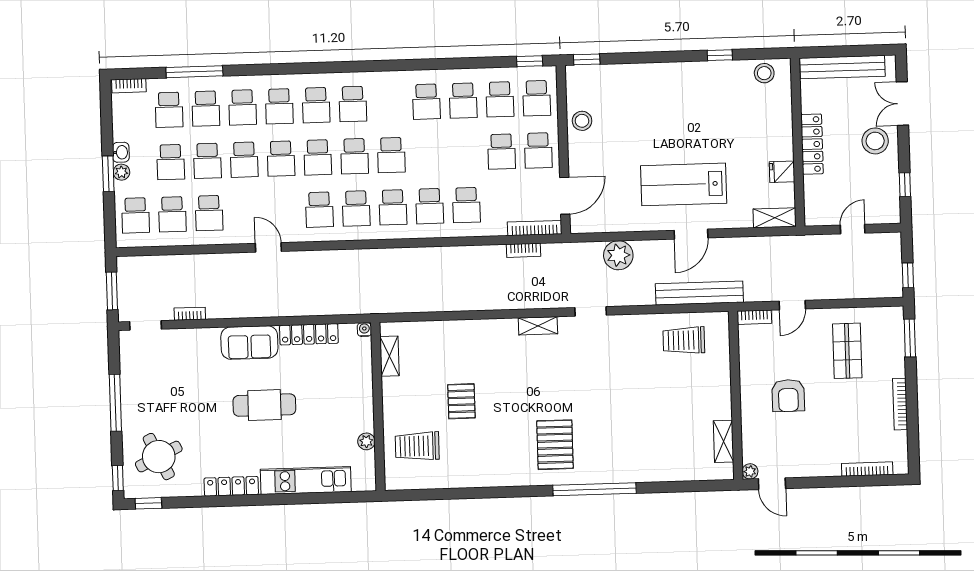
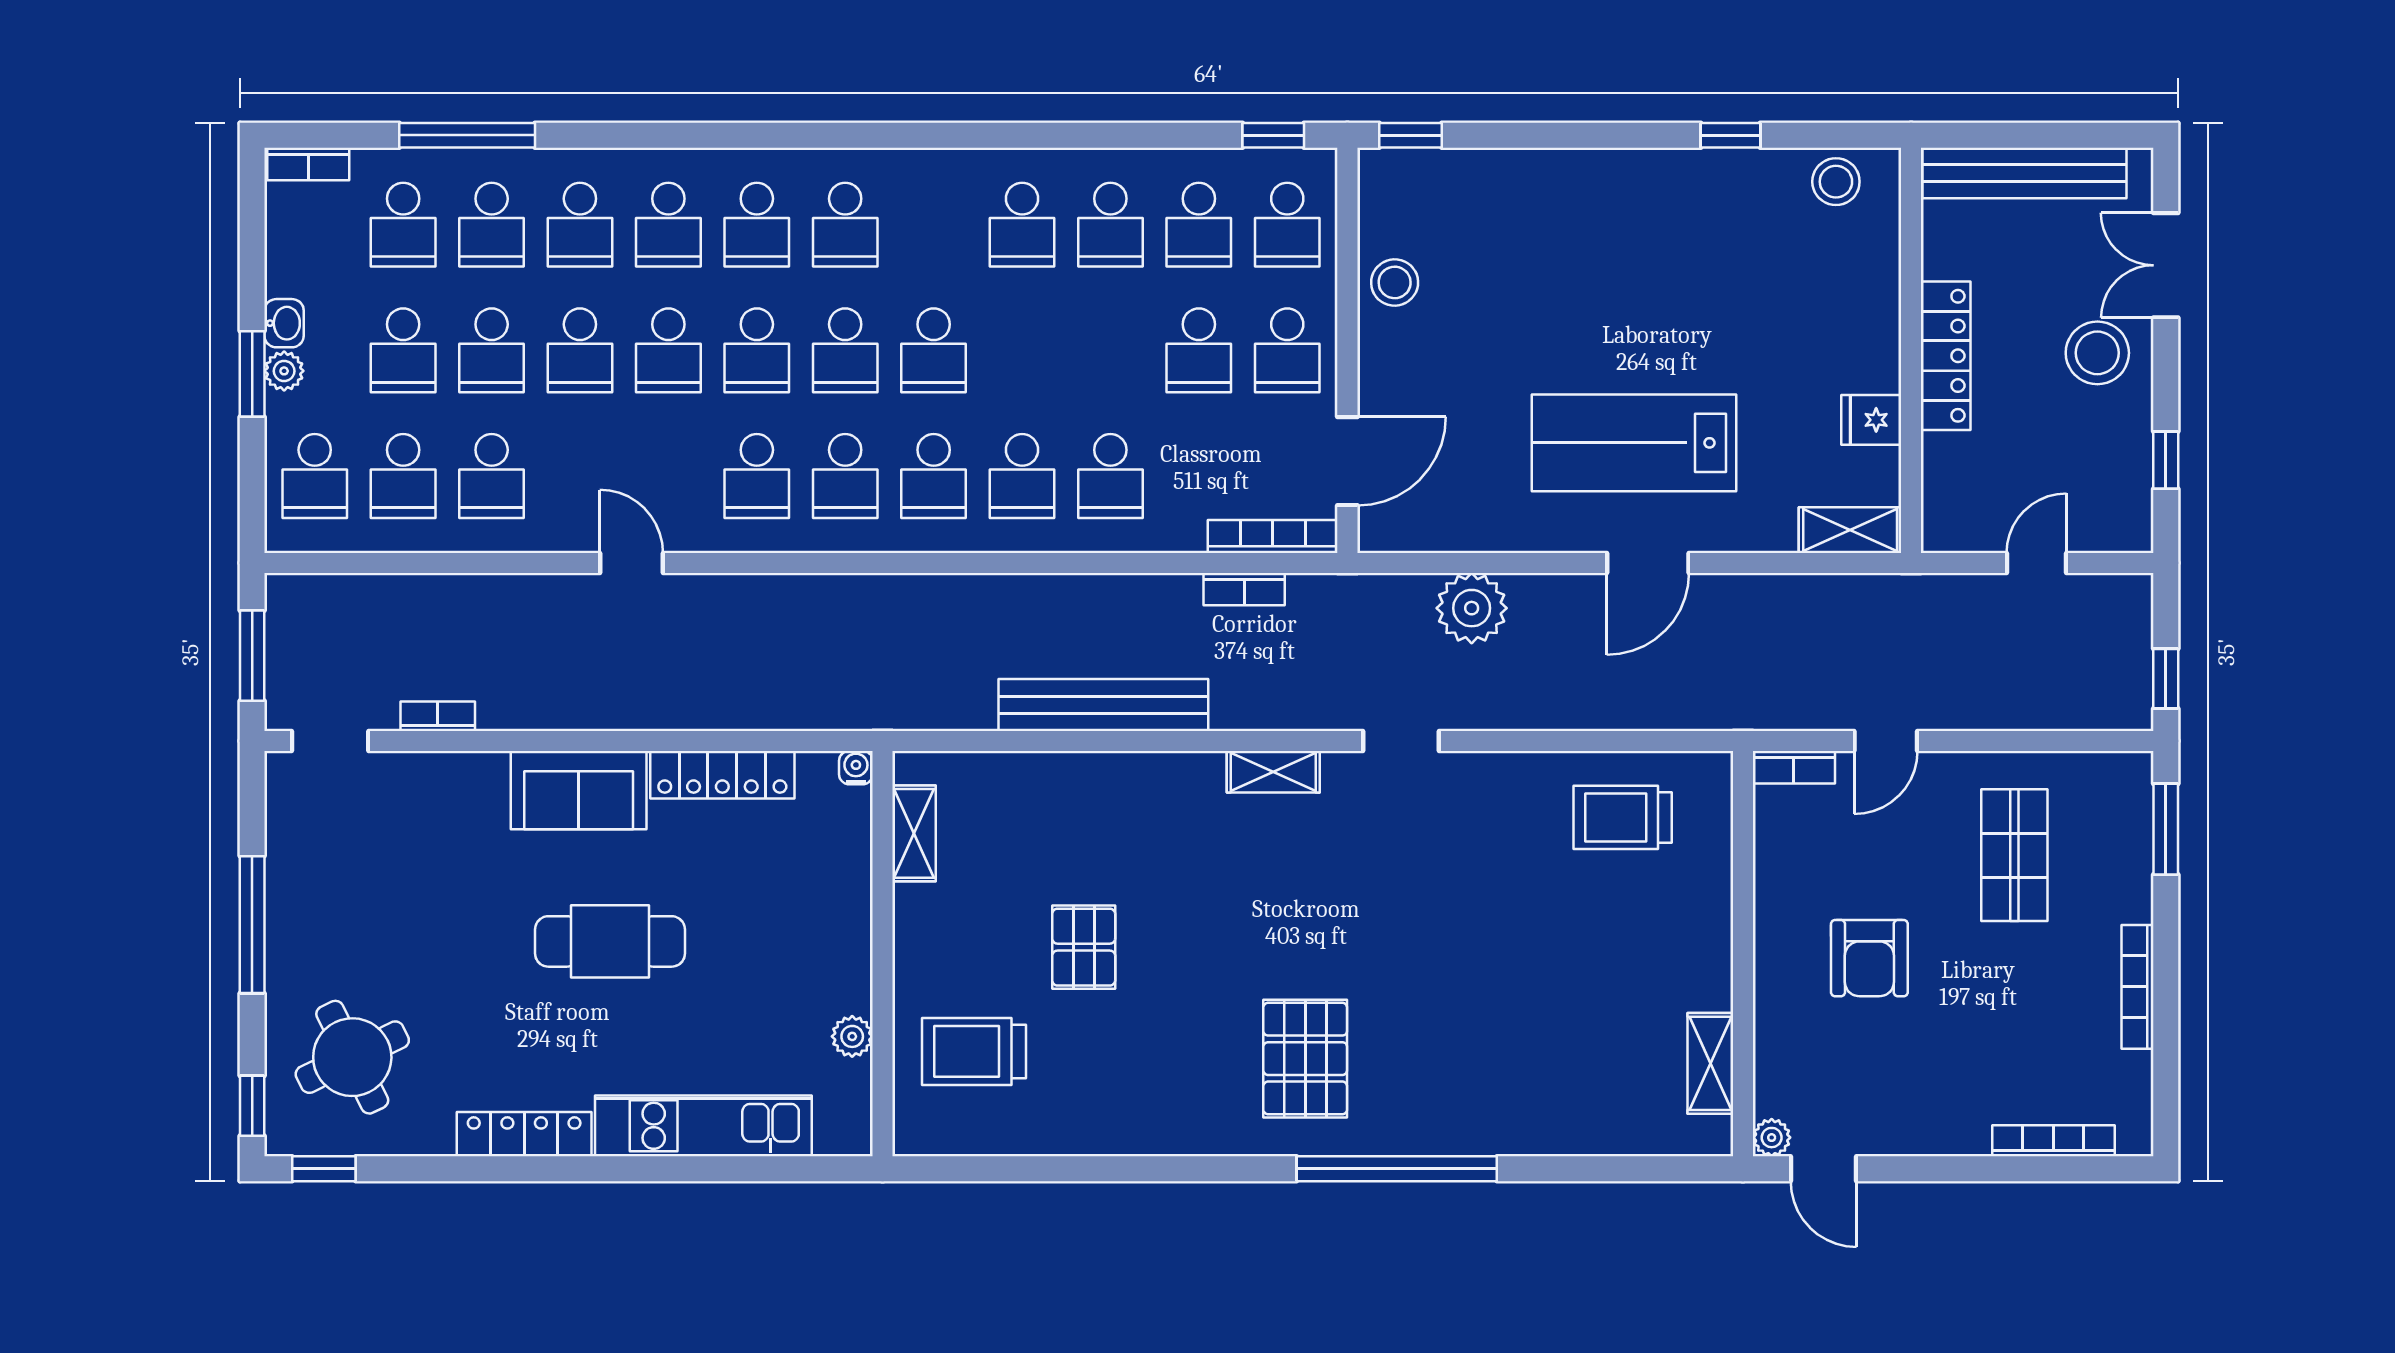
bench: (699, 293) -> (1103, 705), moved

